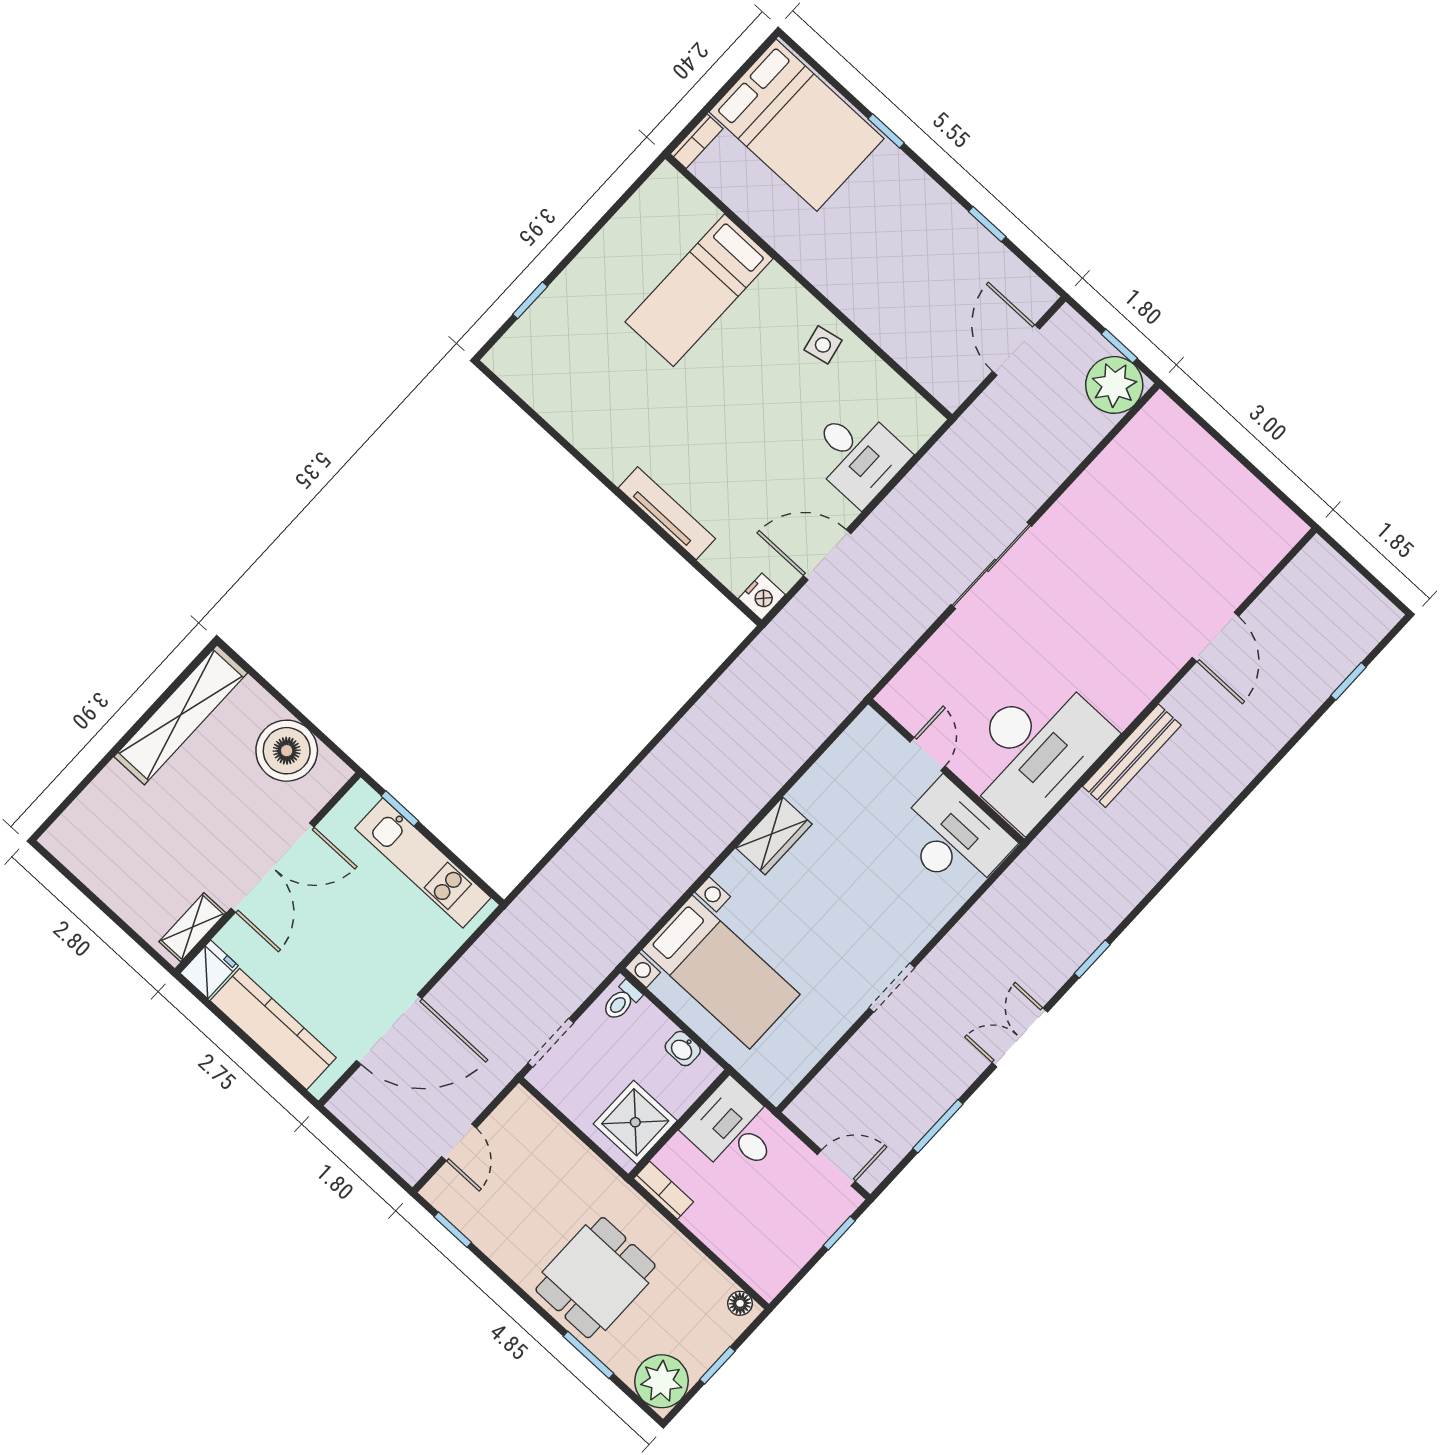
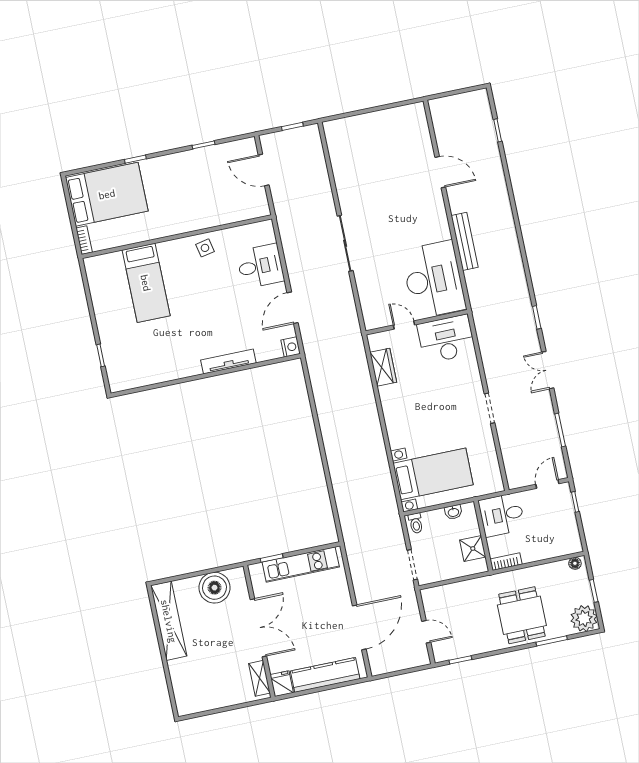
plant: (1114, 385) -> (307, 140), removed
wardrobe: (774, 836) -> (383, 367), moved
shower: (635, 1122) -> (473, 549), width x0.73, depth x0.73

